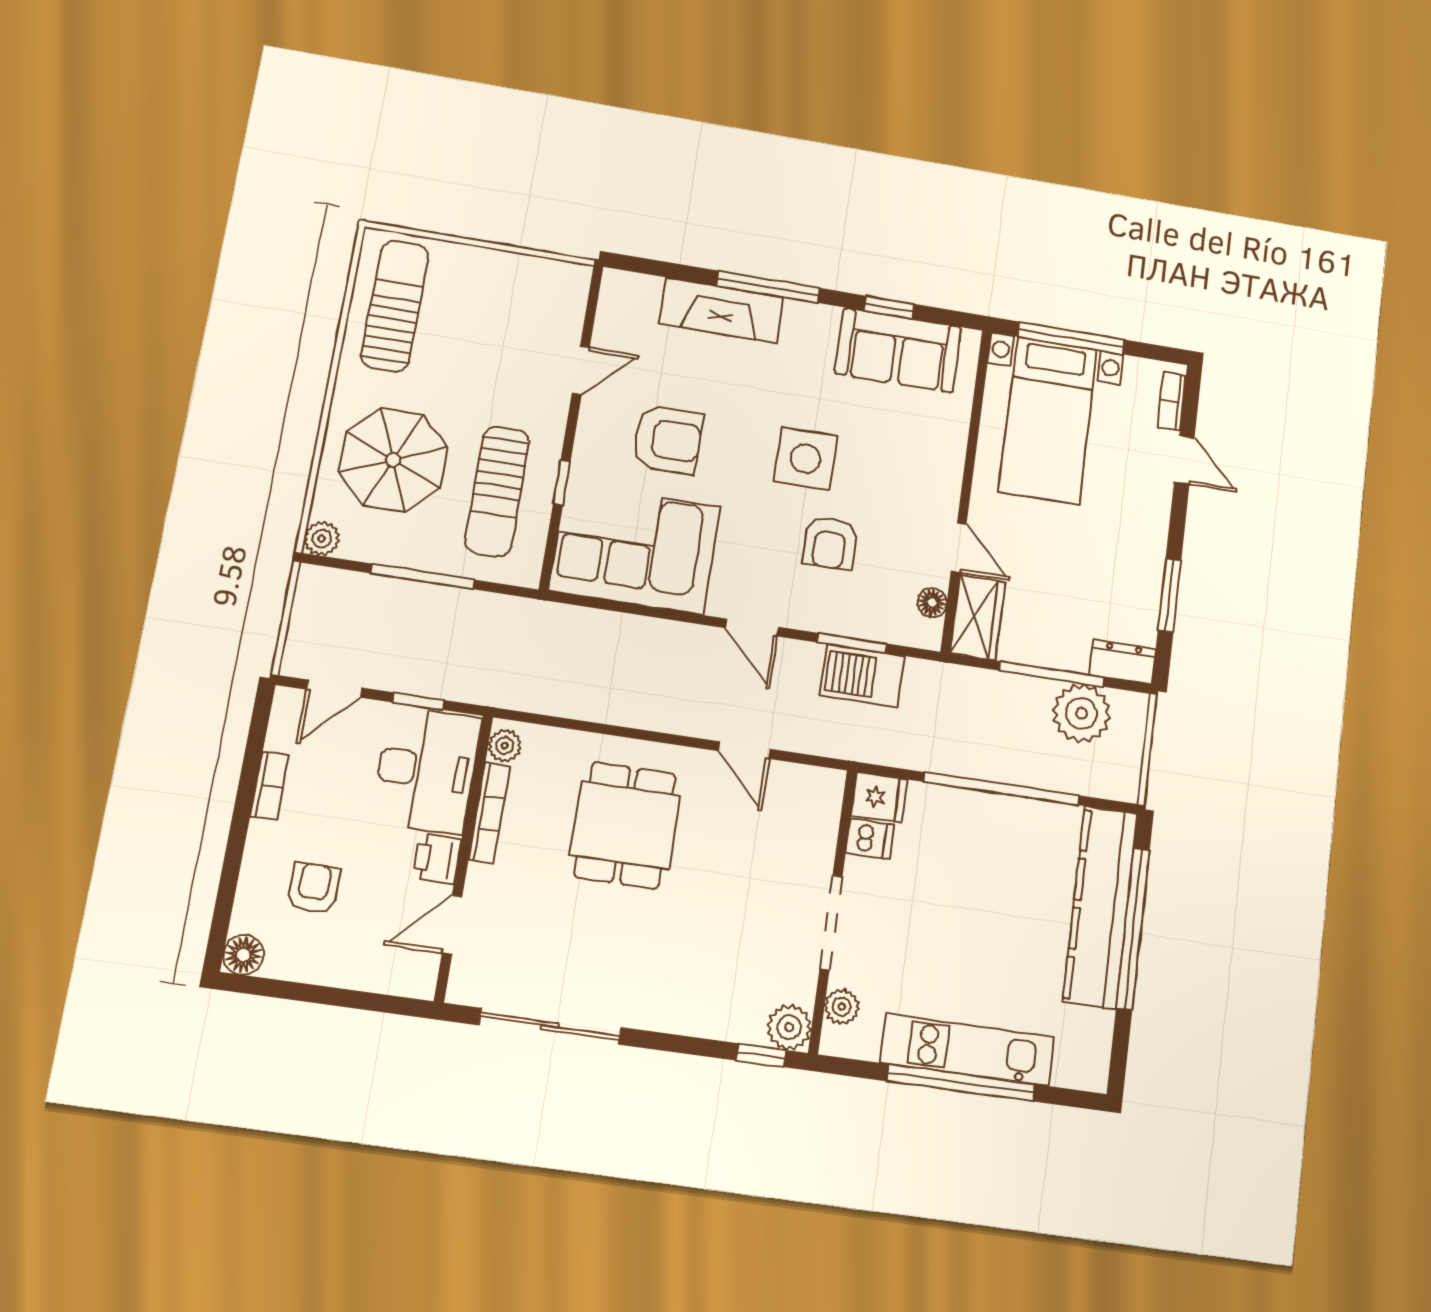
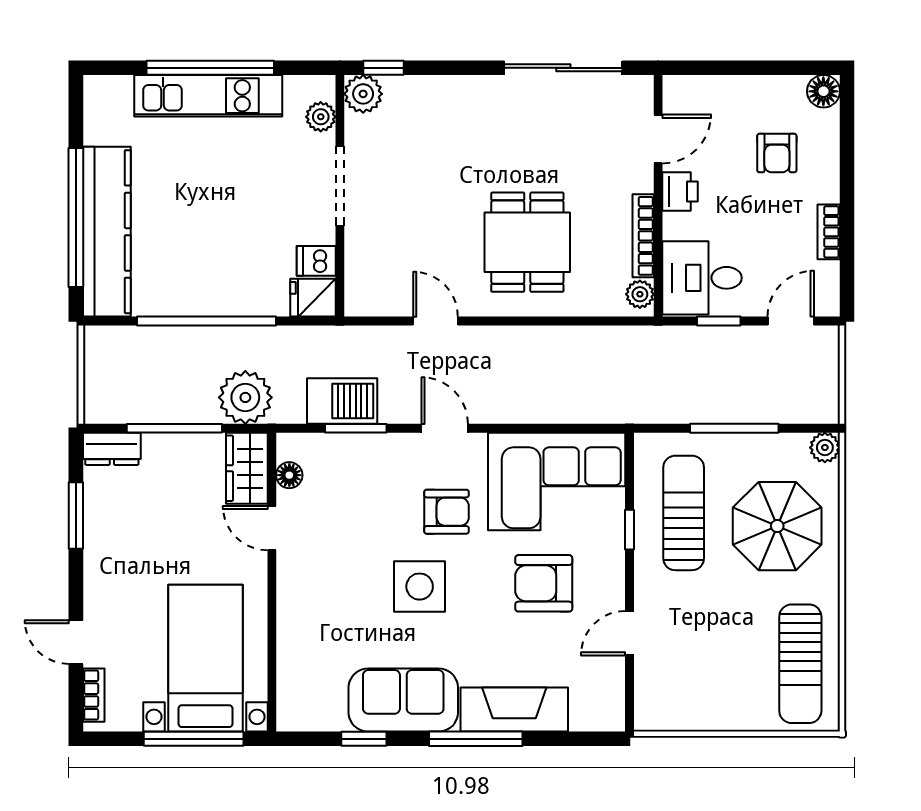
sofa: (898, 350) -> (403, 700), moved
armchair: (830, 543) -> (446, 512), moved, turned 90
plant: (1082, 713) -> (245, 397), moved
desk: (426, 770) -> (702, 278), width x0.73

